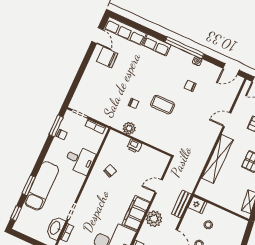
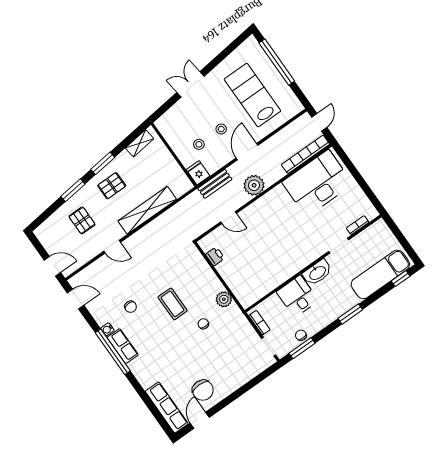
row of seats: (157, 45) -> (123, 346), moved
printer: (134, 146) -> (215, 256), moved
chair: (110, 171) -> (272, 265), removed
window: (29, 185) -> (350, 314), moved
exam couch: (42, 186) -> (380, 274), moved
filing cabinet: (136, 213) -> (270, 203), removed
washbasin: (55, 228) -> (317, 273), moved

